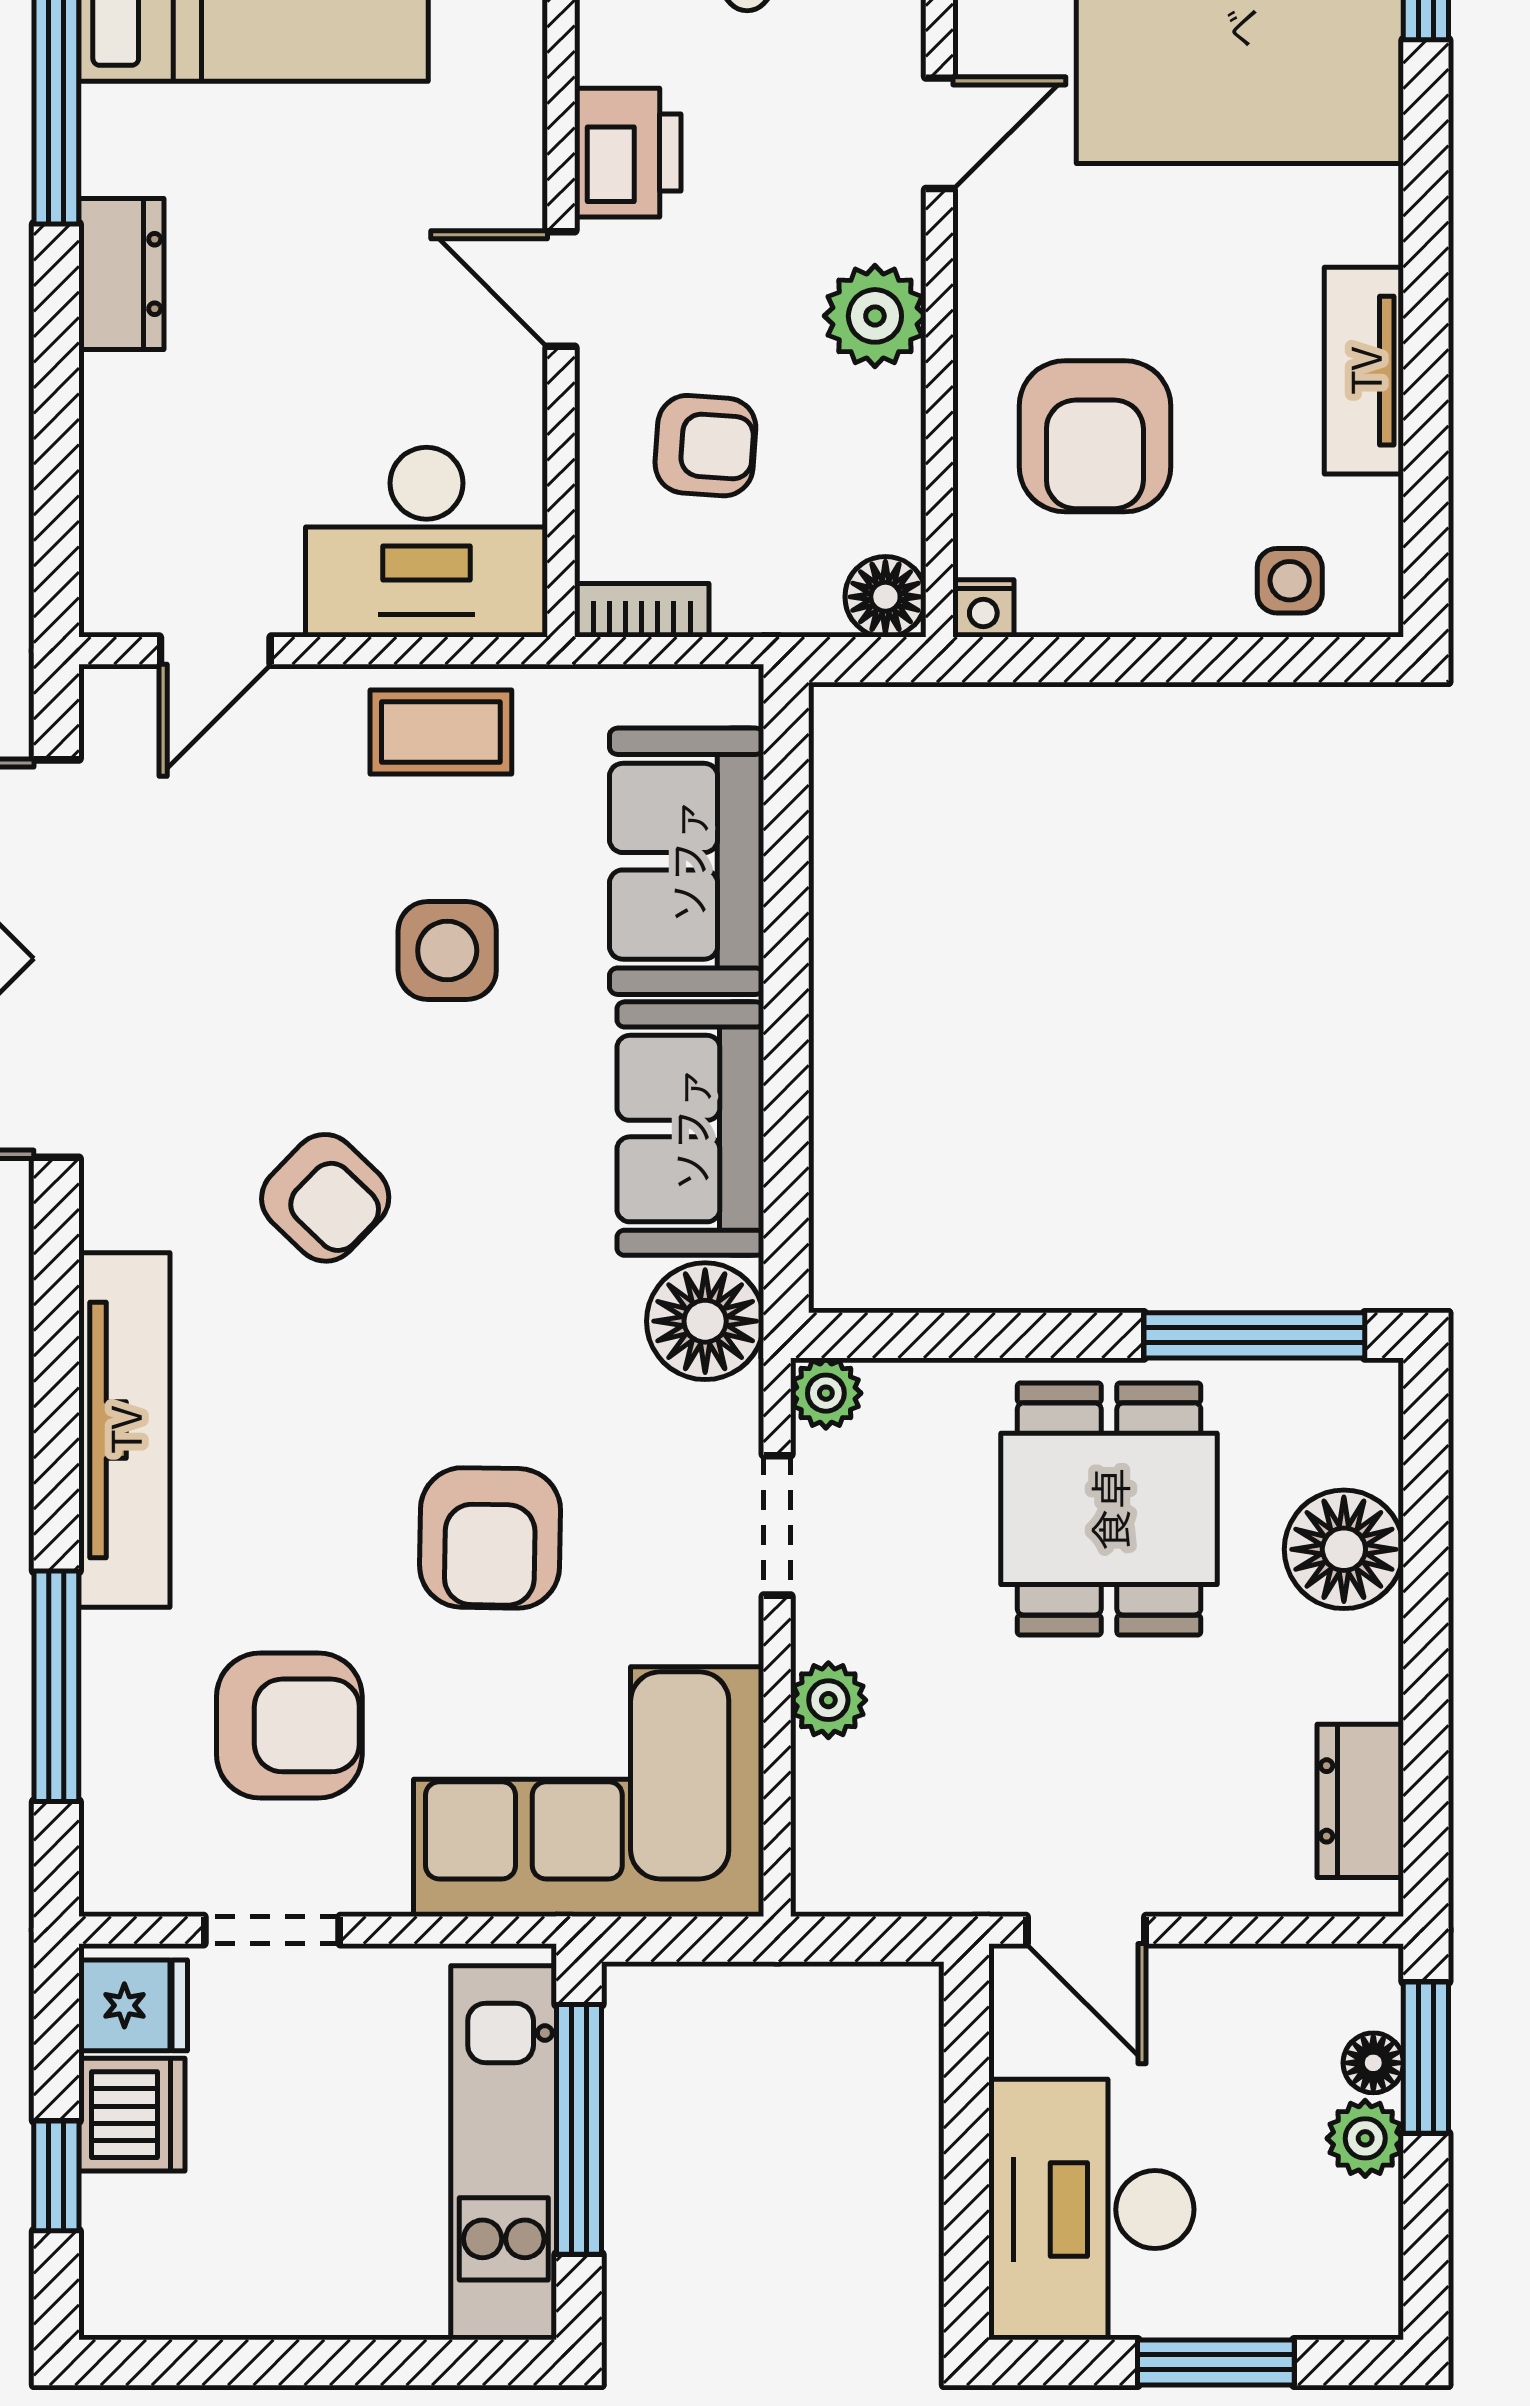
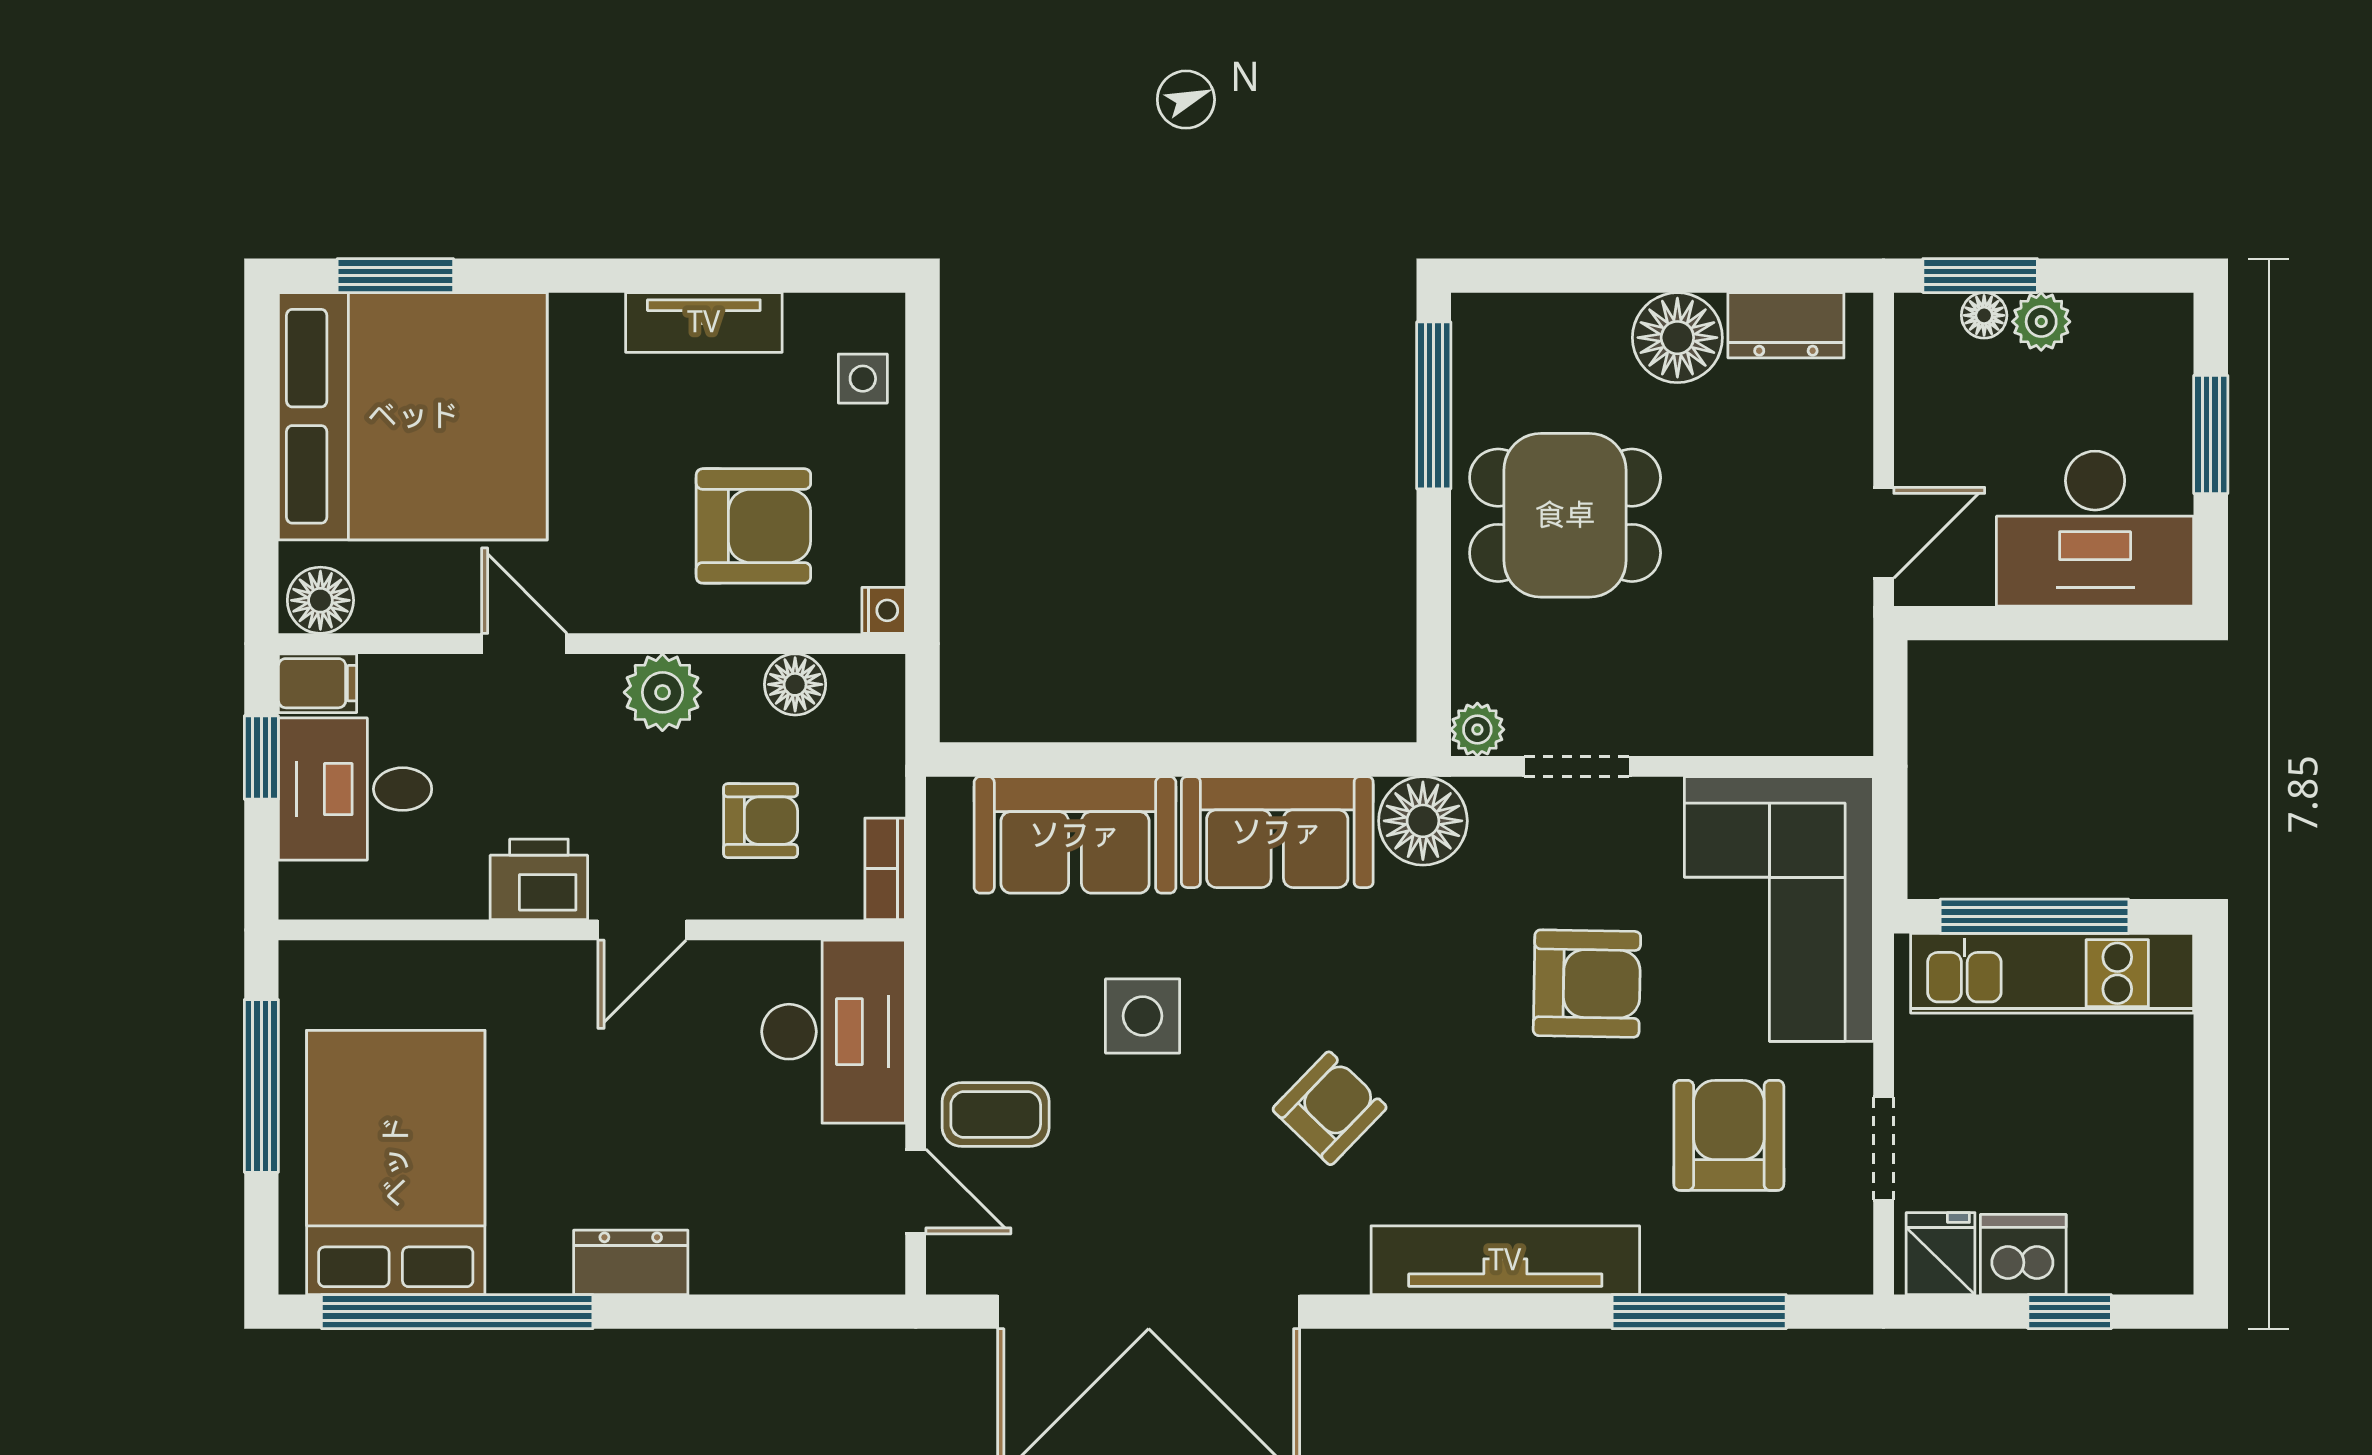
armchair: (705, 446) -> (761, 821), turned 86
floor lamp: (885, 597) -> (795, 684), moved
coffee table: (441, 732) -> (996, 1115), moved, turned 90
floor lamp: (1344, 1549) -> (1677, 338), moved
plant: (828, 1700) -> (1710, 728), removed

